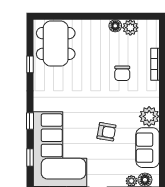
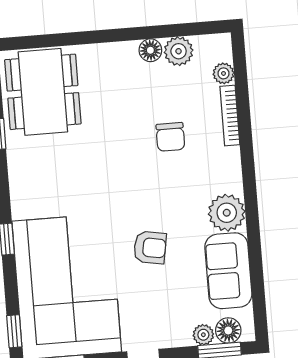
plant: (154, 41) -> (224, 73), added
window: (30, 158) -> (14, 331), moved

